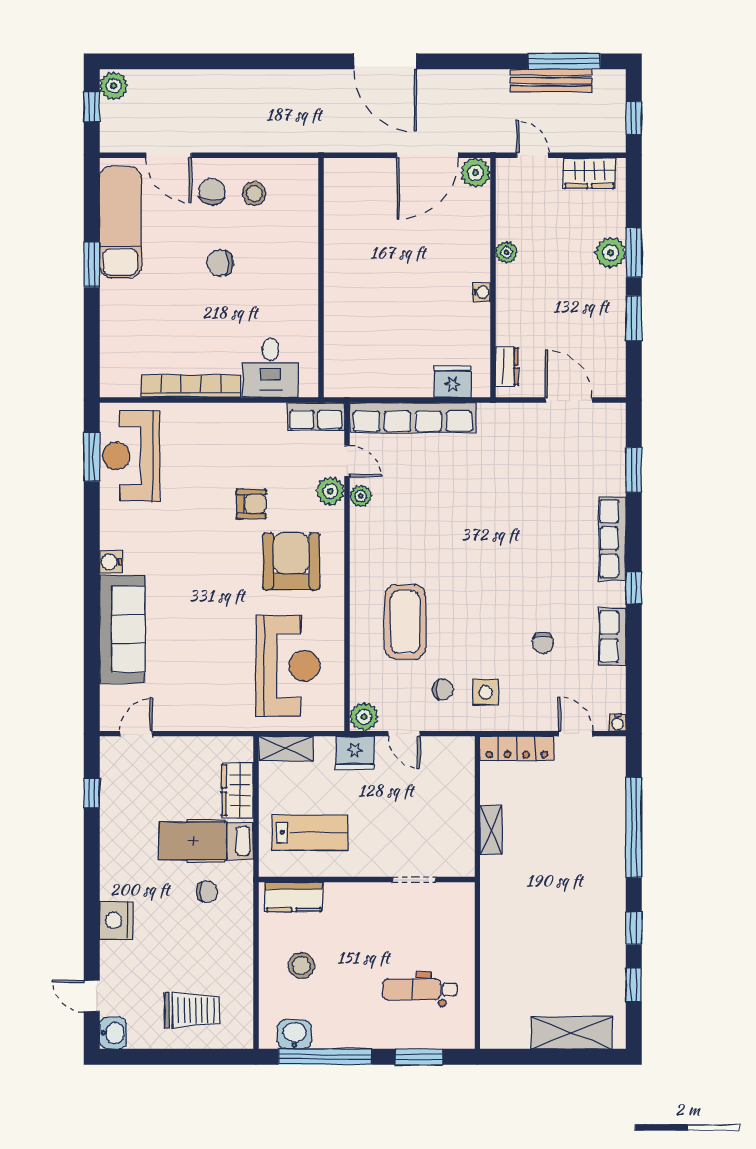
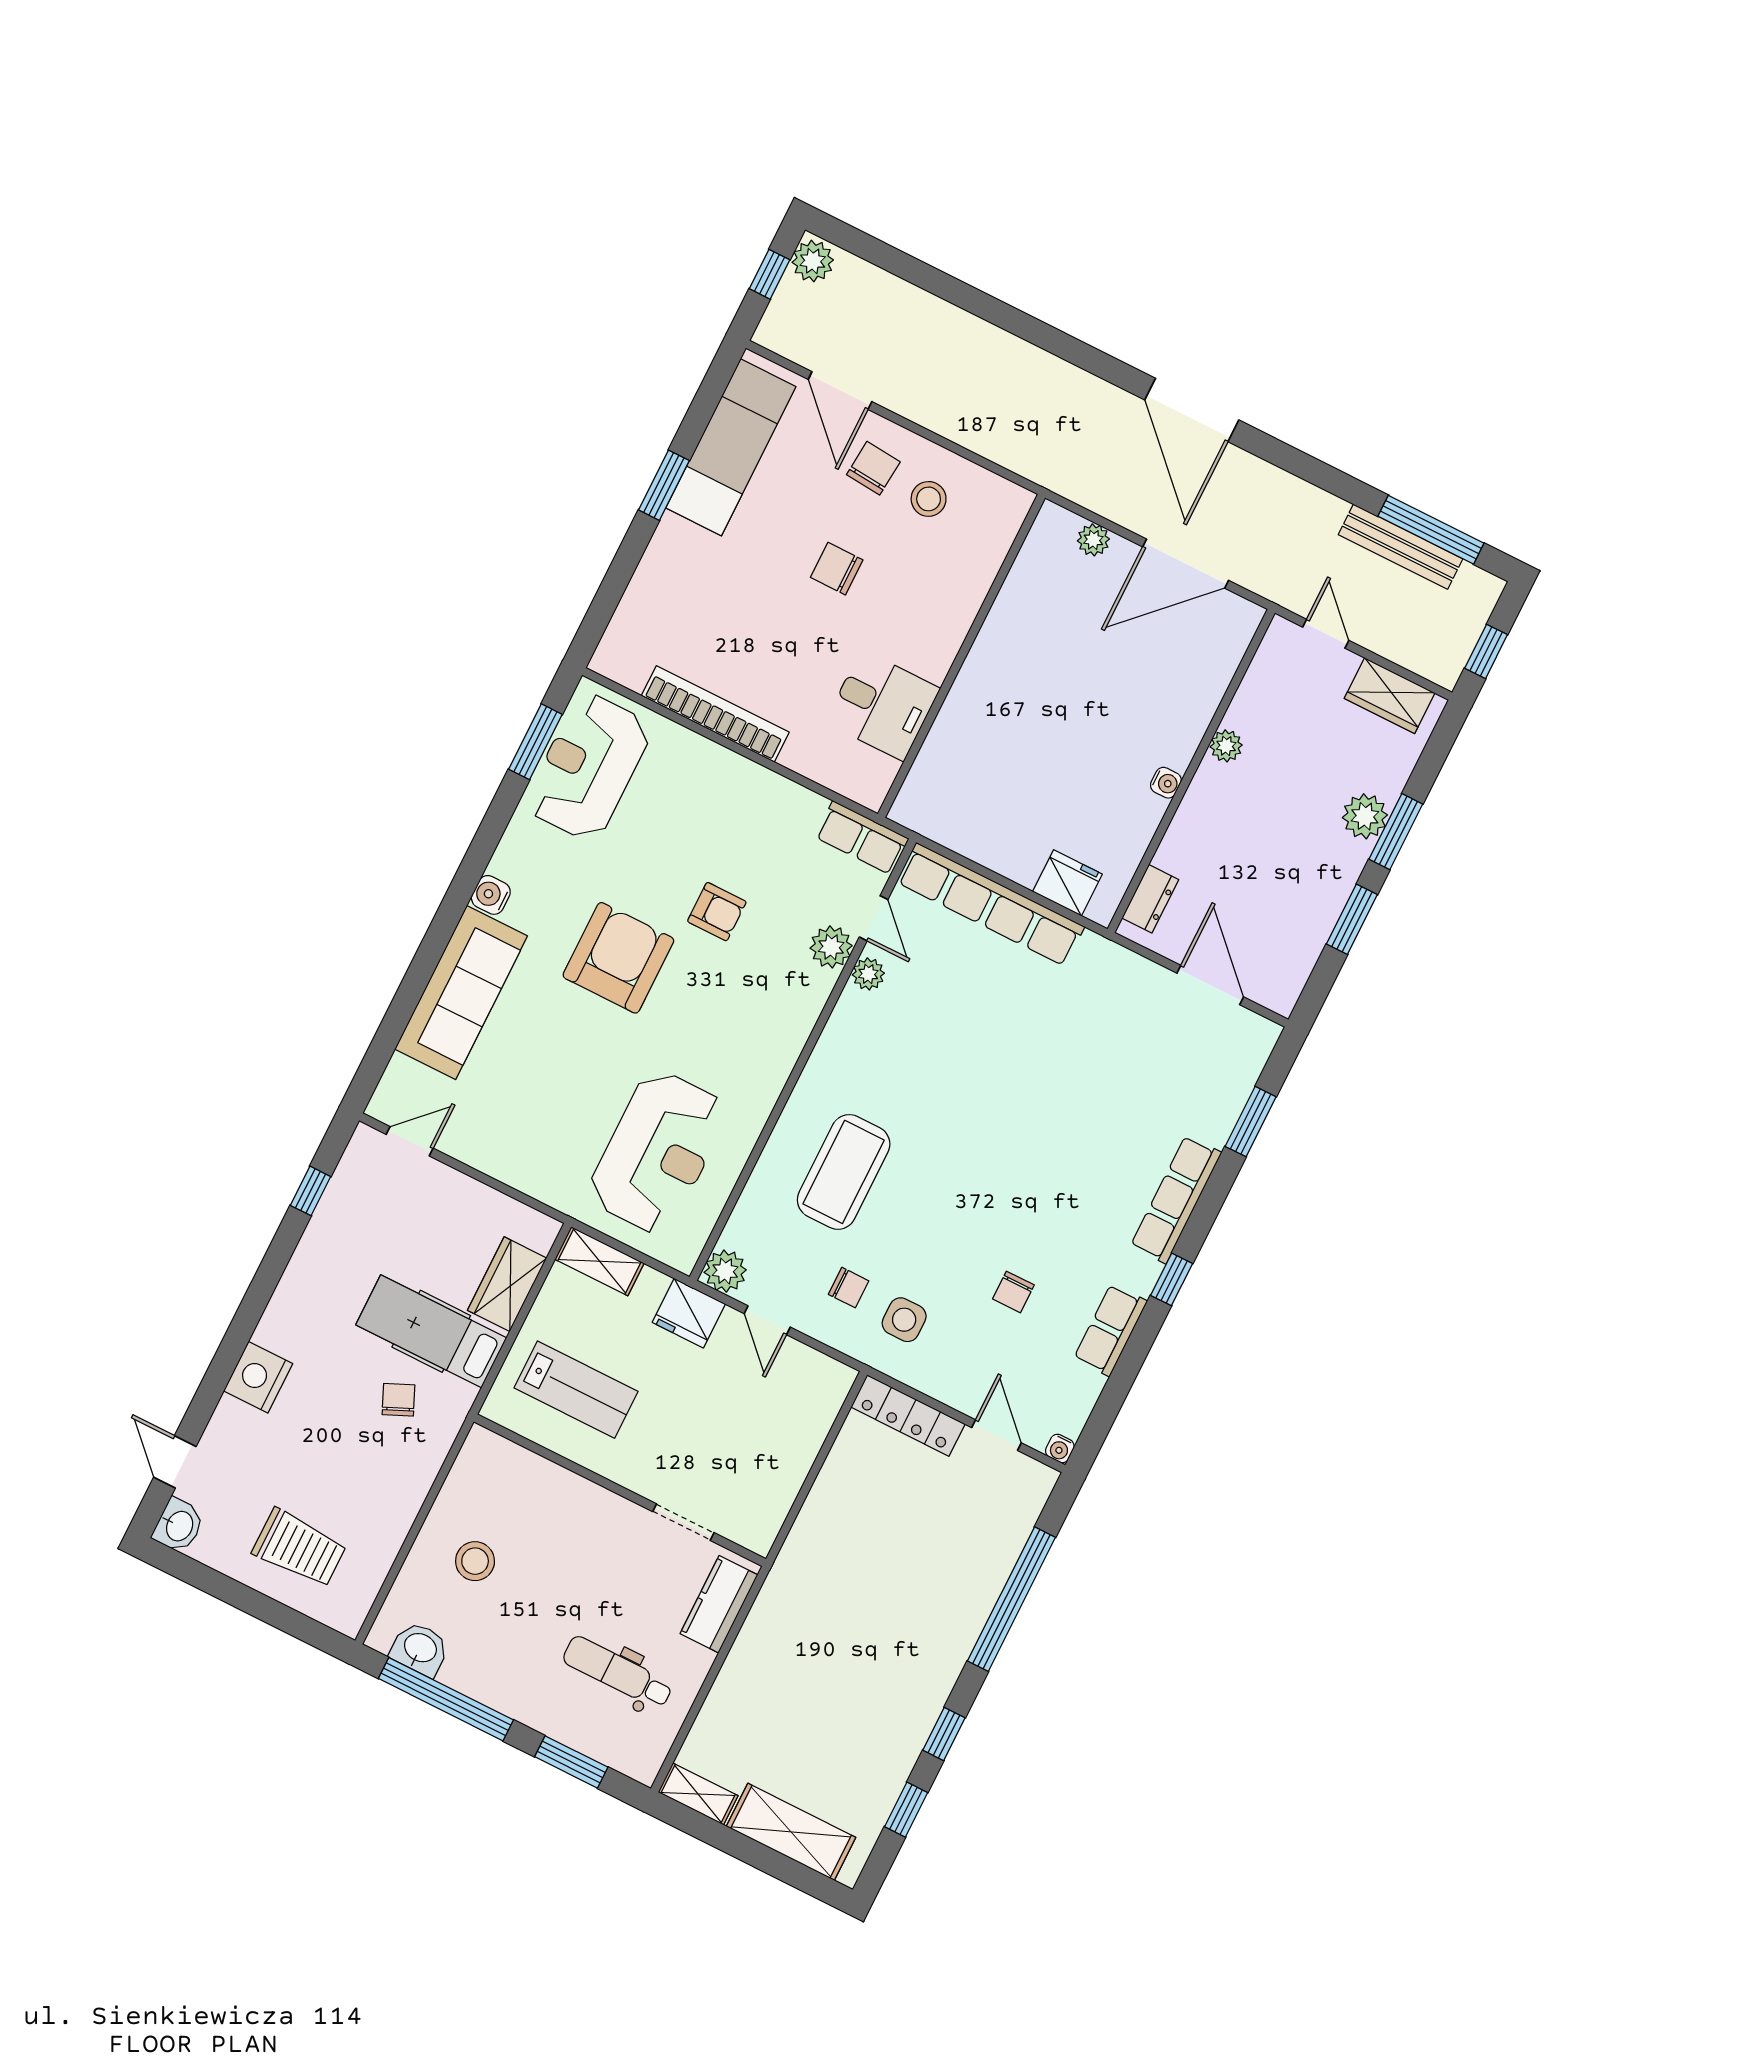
plant: (475, 173) -> (1093, 540), moved, width x0.73, depth x0.73
desk: (271, 368) -> (883, 705), moved, turned -90
armchair: (291, 561) -> (618, 958), moved
shelving: (491, 830) -> (698, 1794), moved, turned 90
chair: (207, 892) -> (398, 1400), turned -114
kitchen counter: (294, 897) -> (719, 1604), moved, turned 90

